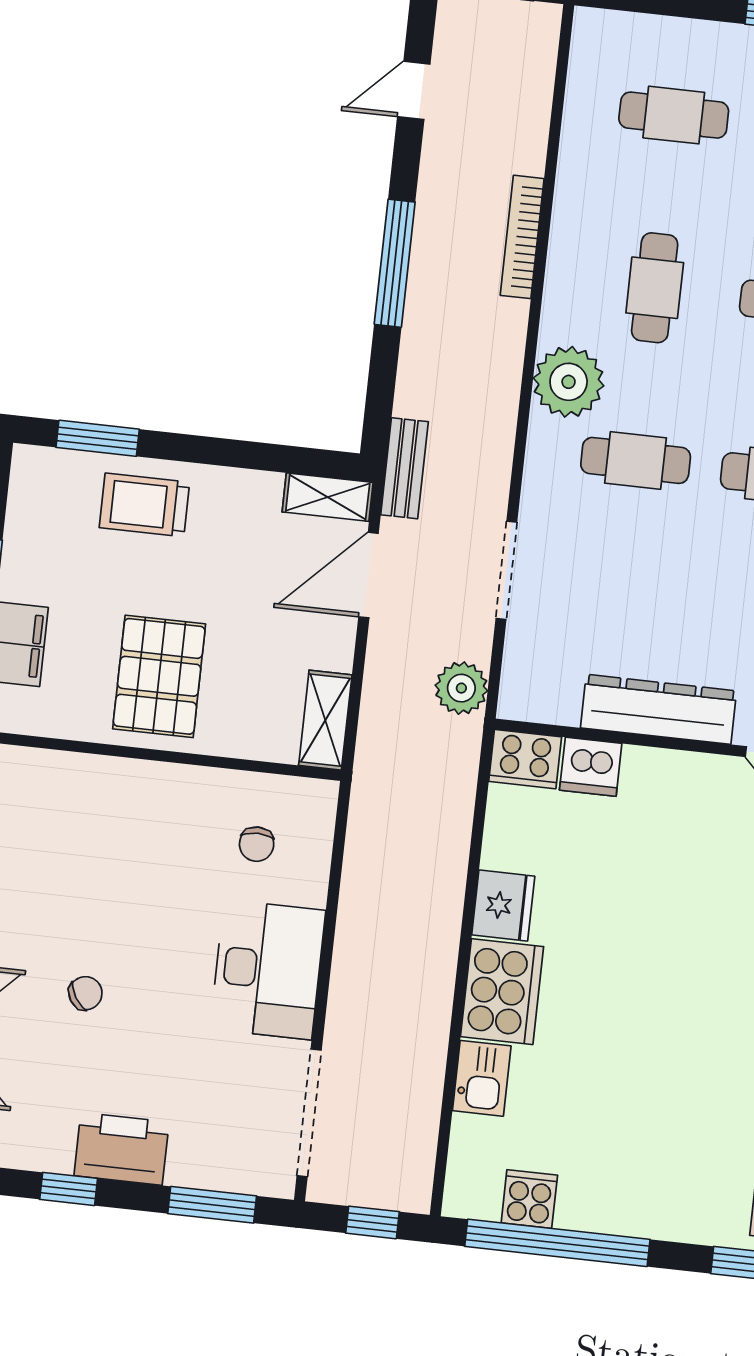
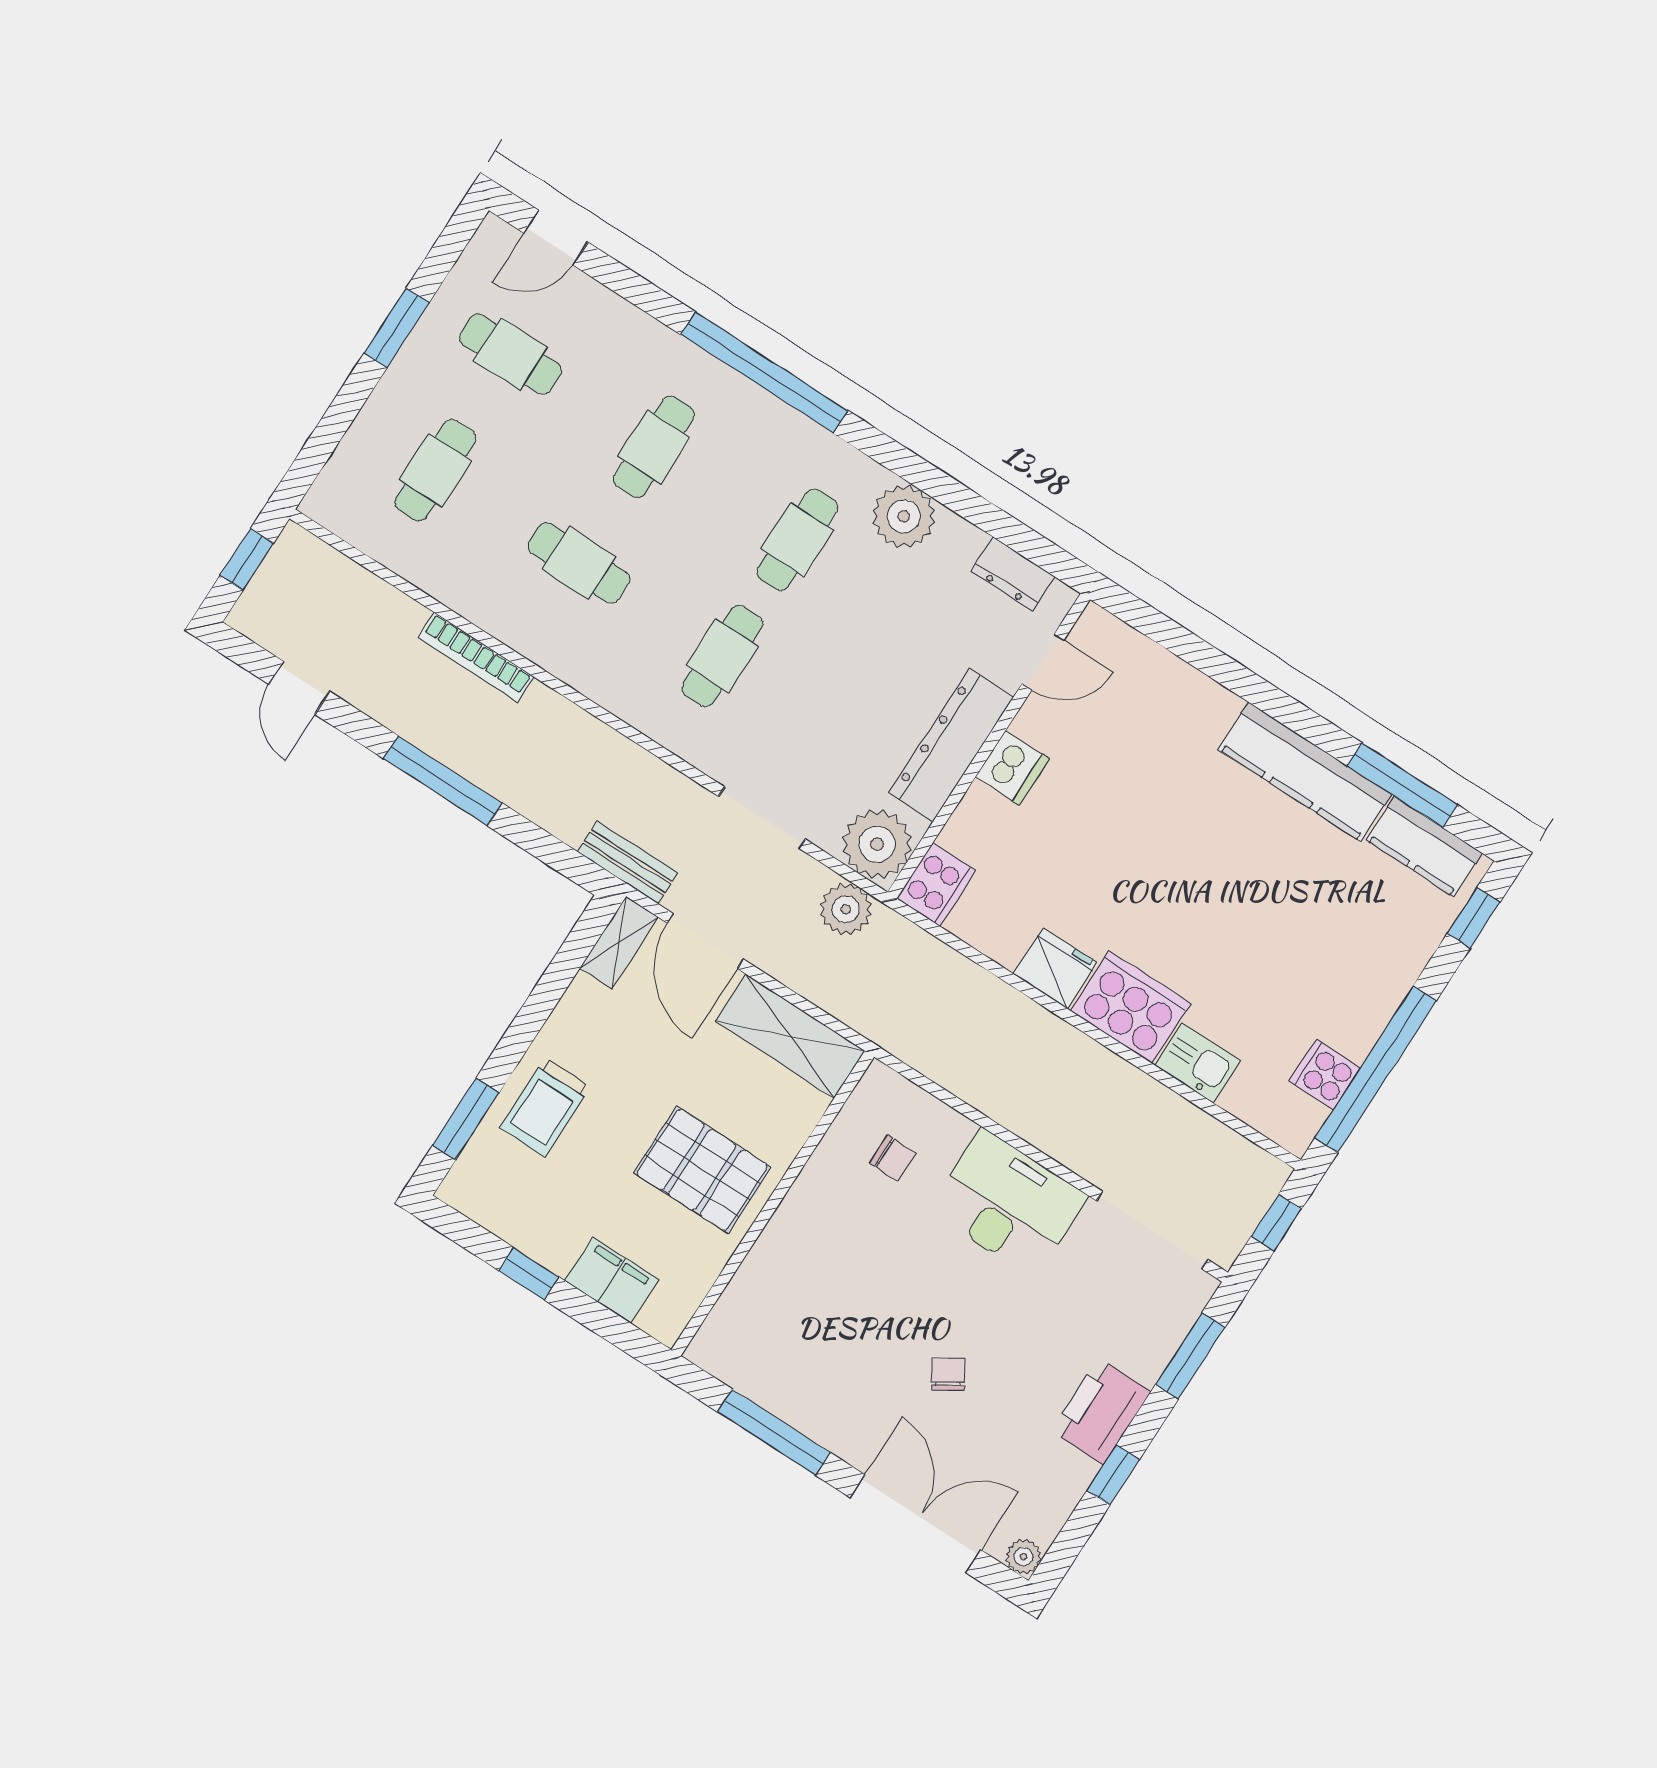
plant: (569, 382) -> (877, 844), moved
shelving: (325, 720) -> (790, 1036), width x1.50, depth x1.33
dishwasher: (591, 767) -> (1012, 768), moved

